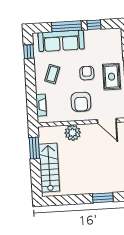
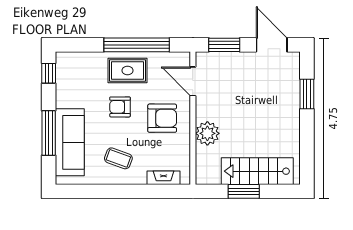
window: (94, 25) -> (49, 73), moved
window: (29, 52) -> (83, 191), removed
door: (107, 121) -> (193, 81), swing flipped
window: (34, 148) -> (244, 191), moved

